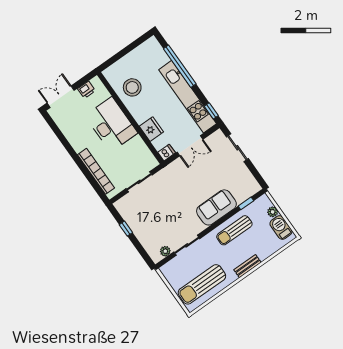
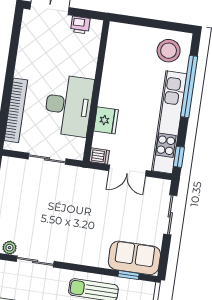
stool: (132, 87) -> (169, 51), moved
desk: (111, 124) -> (69, 105), moved
sofa: (216, 207) -> (134, 258), moved

